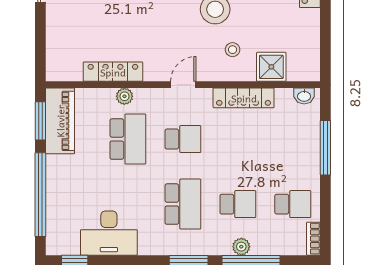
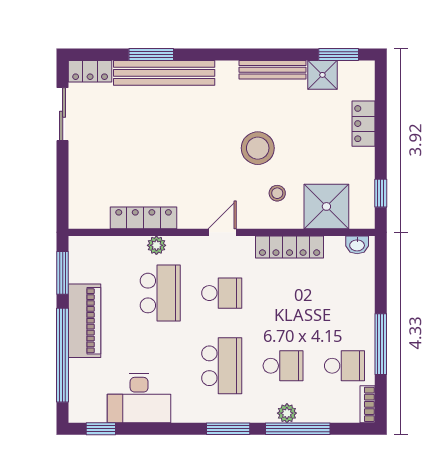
window: (325, 50) -> (381, 193), added
shower: (271, 67) -> (326, 206), width x1.36, depth x1.36
piano: (60, 121) -> (84, 321), moved
window: (325, 148) -> (381, 344), moved

